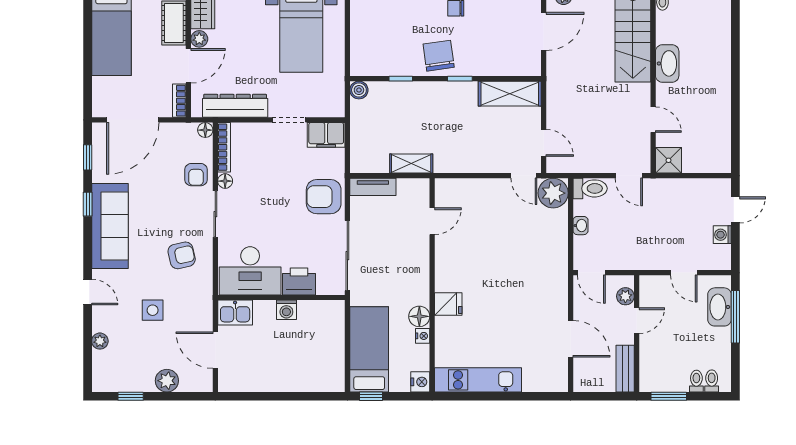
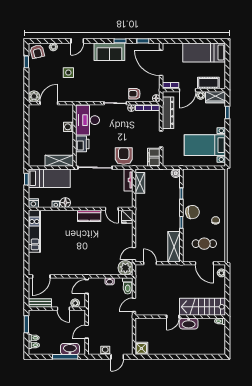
cafe table: (503, 31) -> (204, 244), added
door: (188, 66) -> (188, 90), hinge flipped
door: (653, 120) -> (173, 317), moved
door: (544, 143) -> (150, 263), swing flipped
shower: (669, 160) -> (141, 348), moved
shelving: (411, 164) -> (140, 183), moved
door: (735, 210) -> (117, 357), hinge flipped
sofa: (110, 226) -> (109, 52), width x0.73
armchair: (182, 255) -> (37, 52), moved
kitchen counter: (446, 268) -> (89, 216), added
fridge: (448, 304) -> (127, 217), moved
washing machine: (286, 310) -> (69, 127), moved
kitchen sink: (235, 313) -> (67, 113), removed
shelving: (333, 329) -> (59, 161), added
door: (571, 339) -> (41, 276), moved
plant: (167, 381) -> (34, 96), moved

